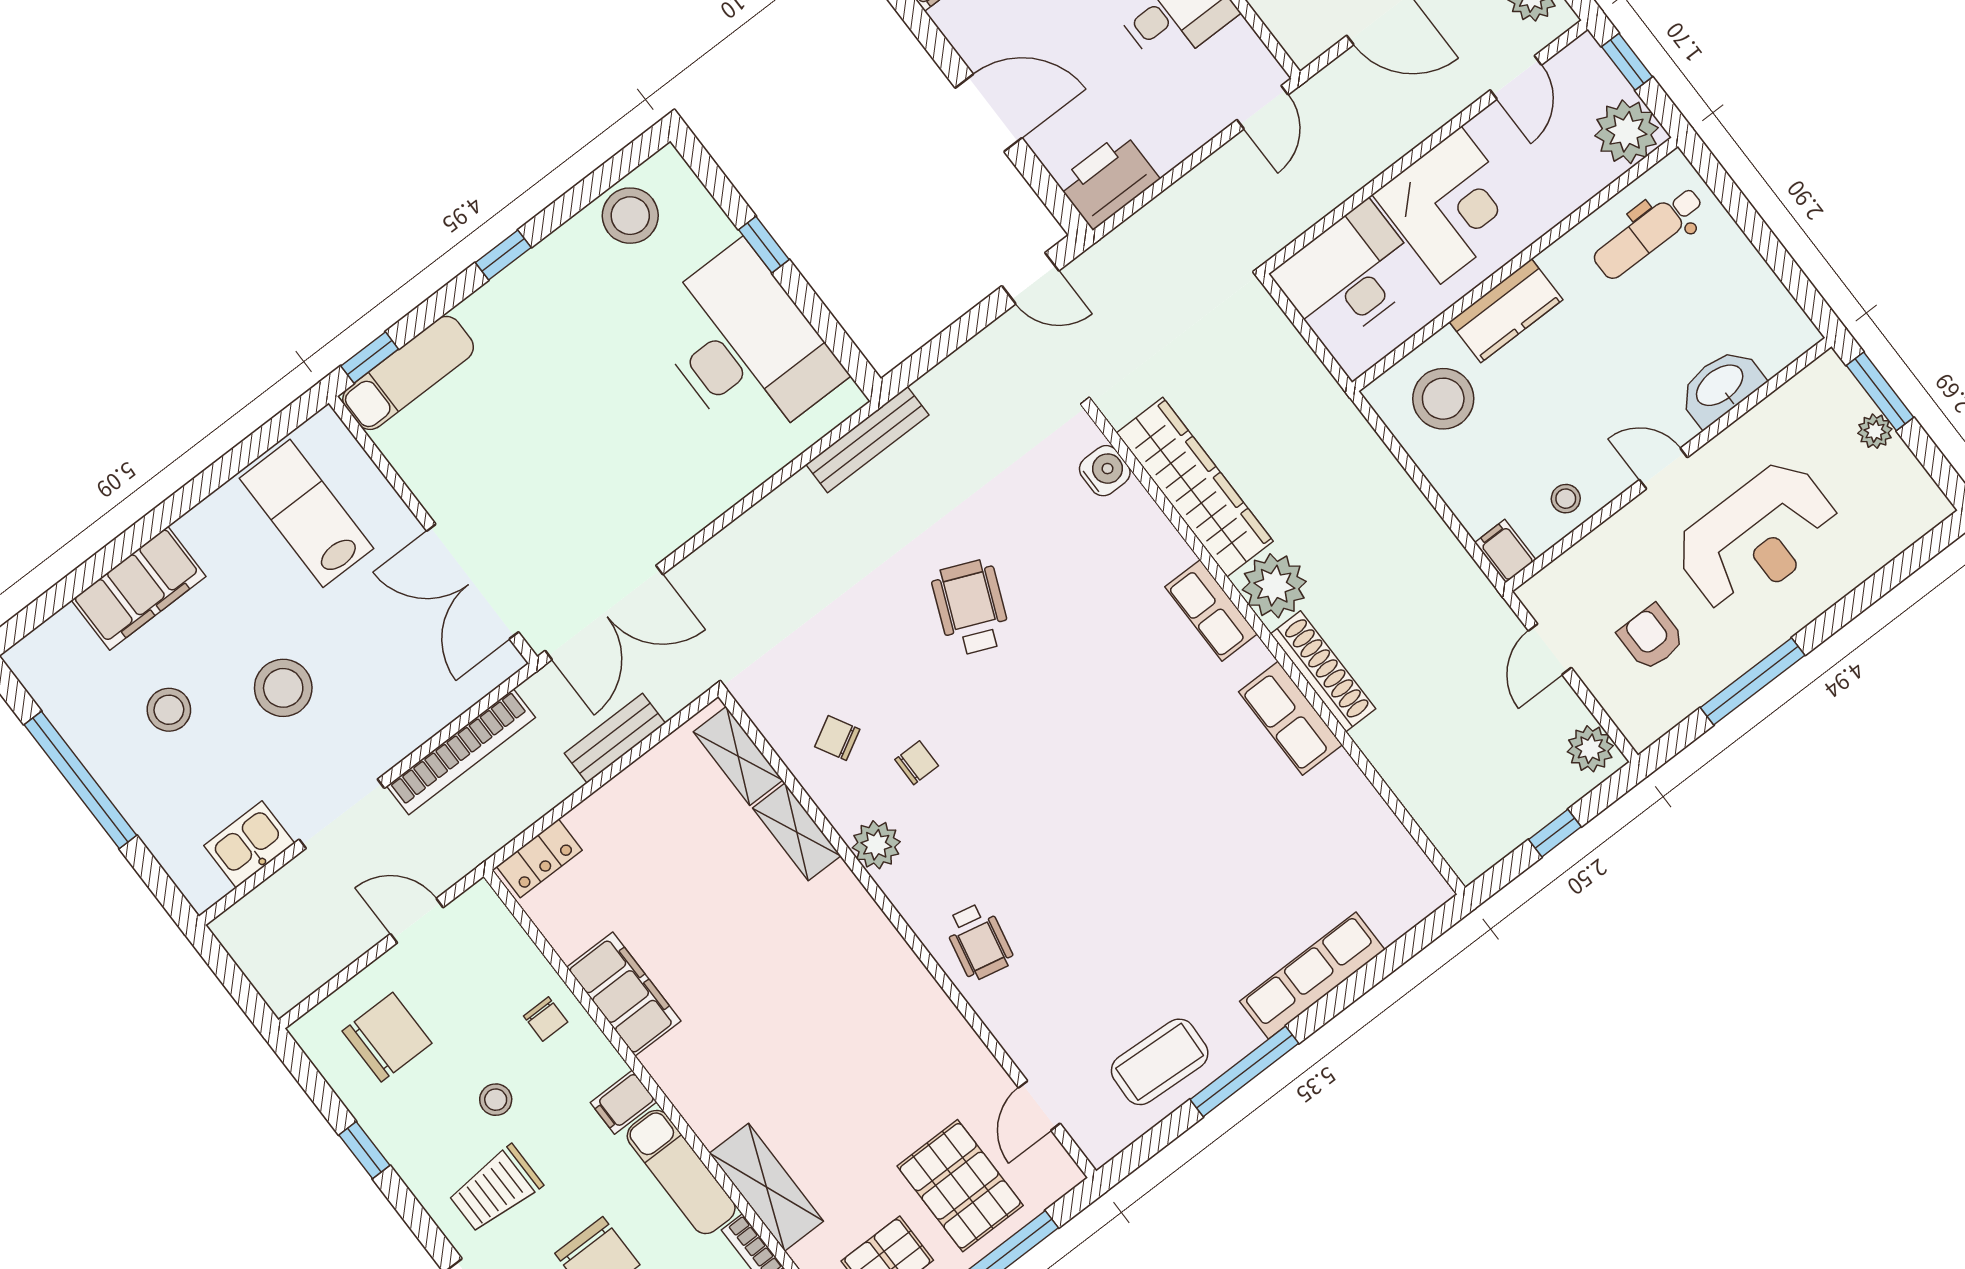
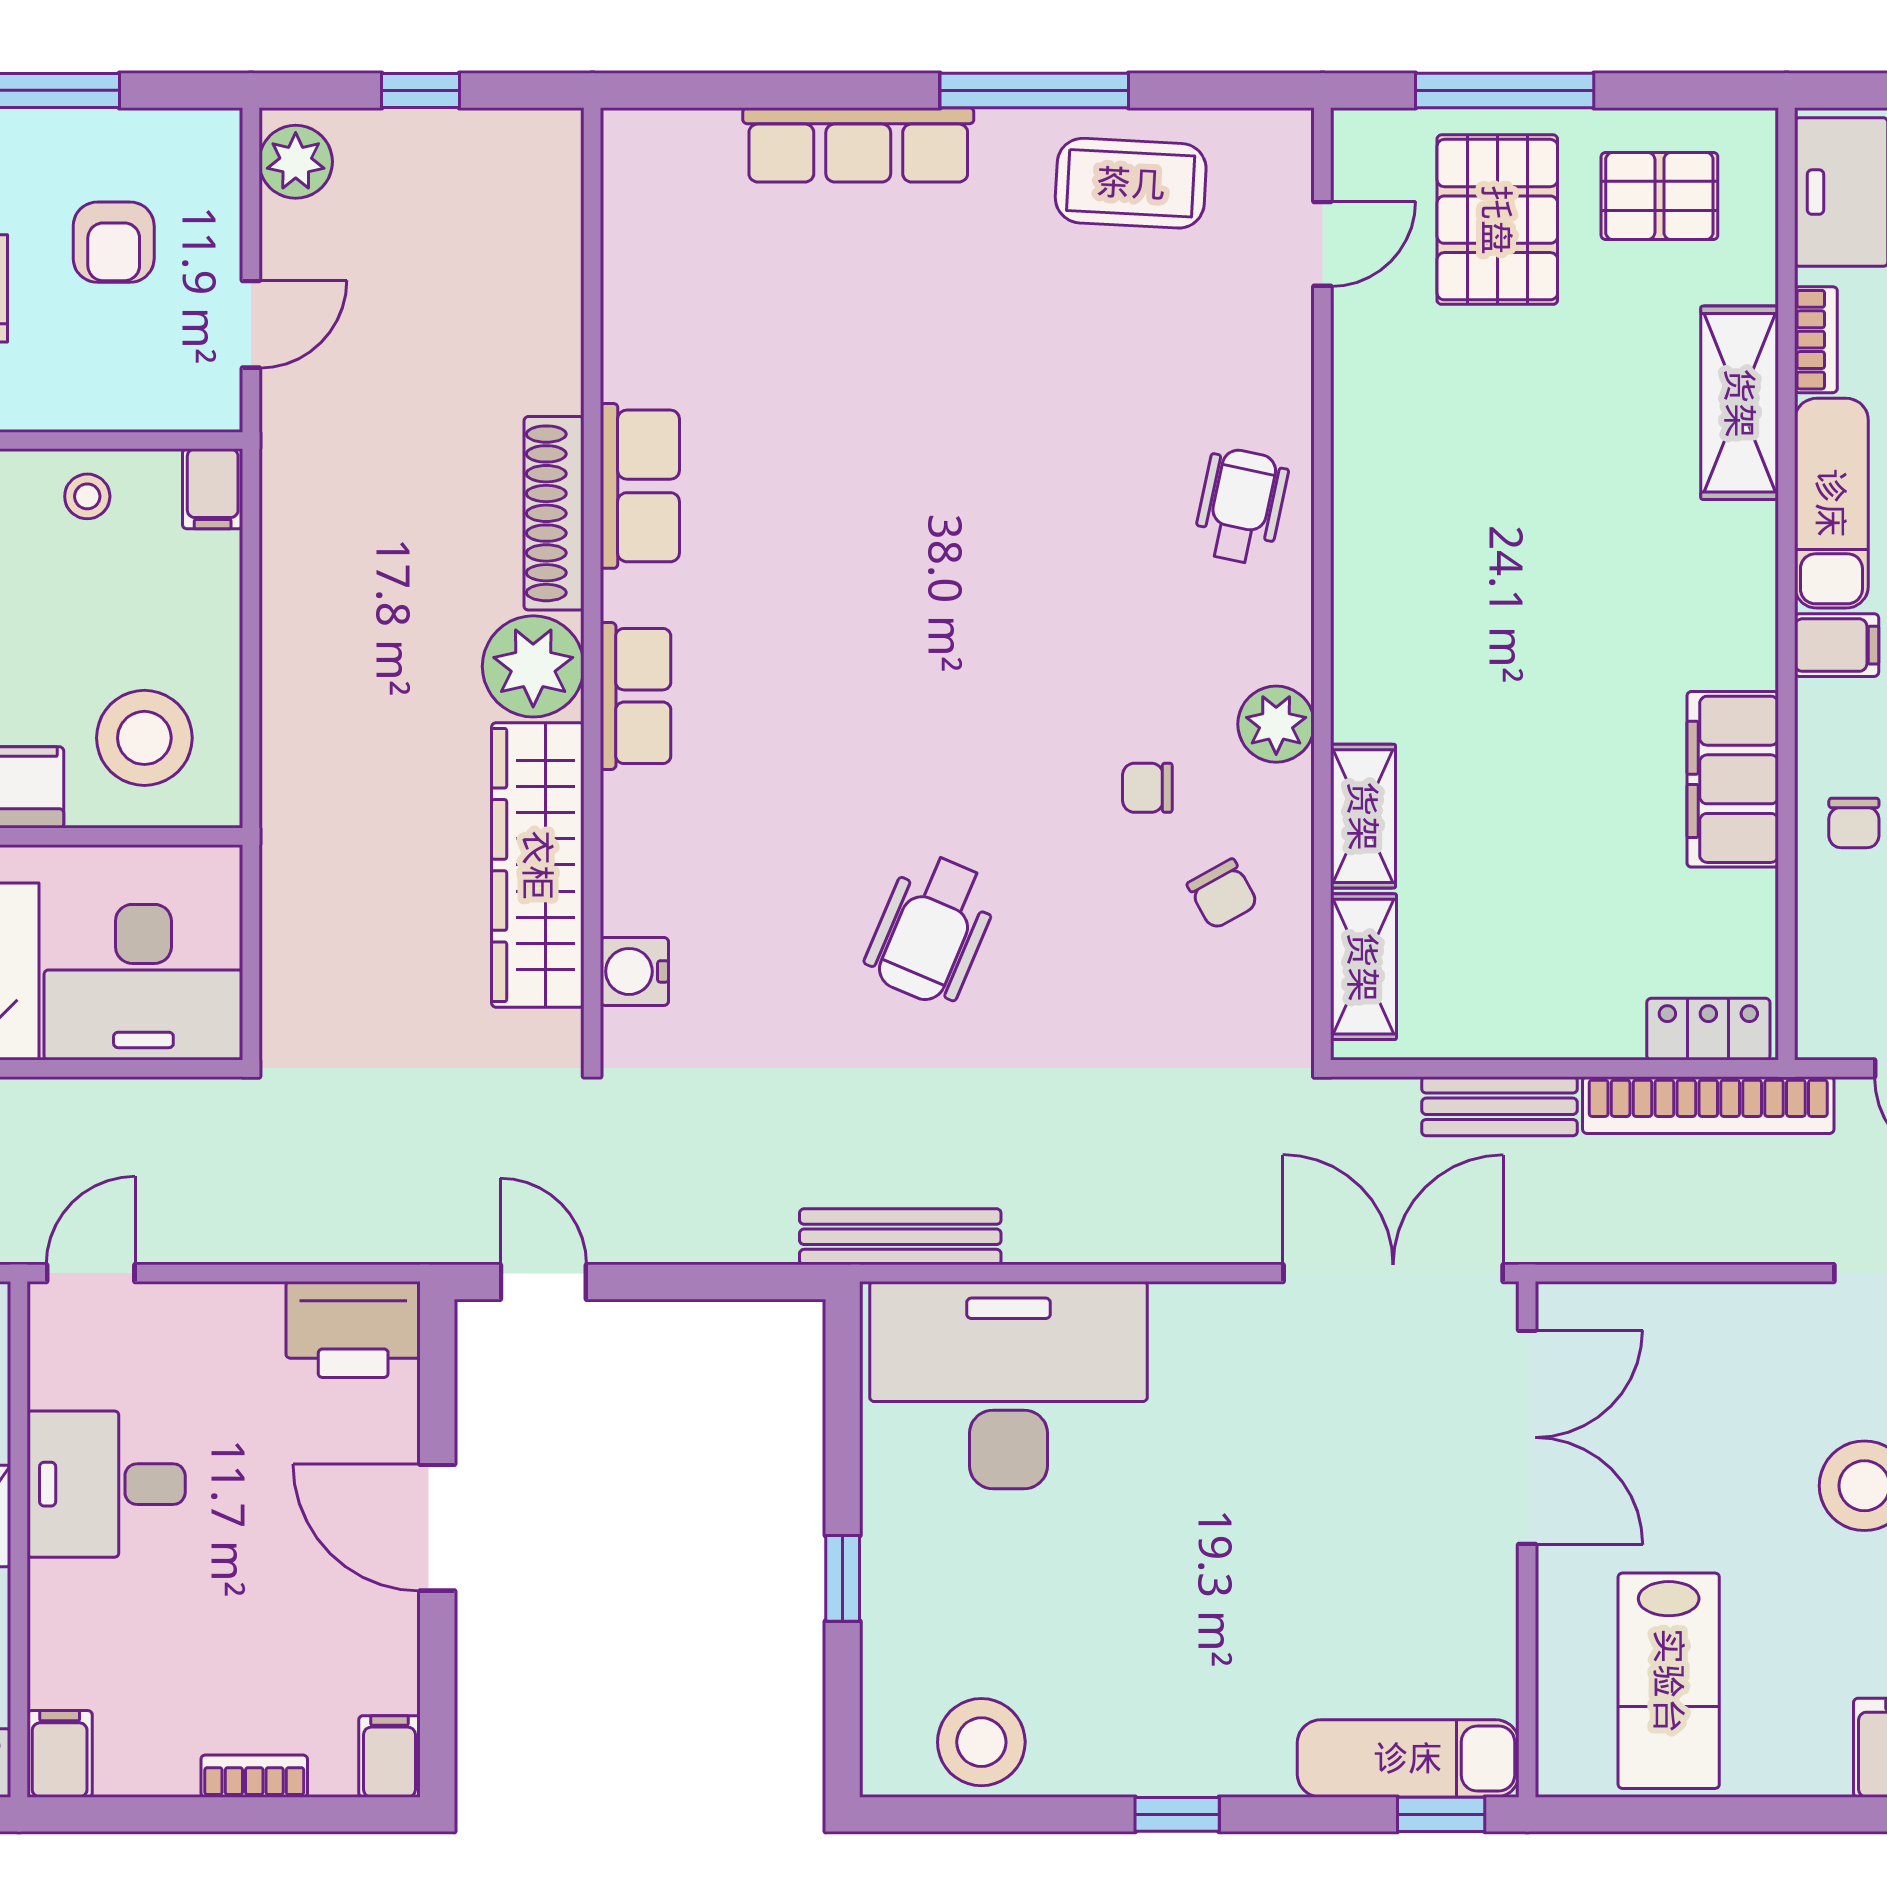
desk: (745, 346) -> (1009, 1385), moved, turned 90
bookcase: (461, 752) -> (1708, 1105), moved, turned 180
chair: (546, 1019) -> (1854, 823), turned 180

